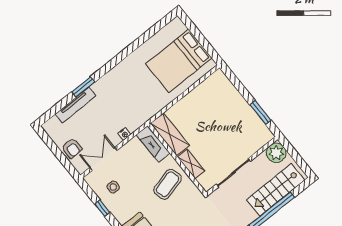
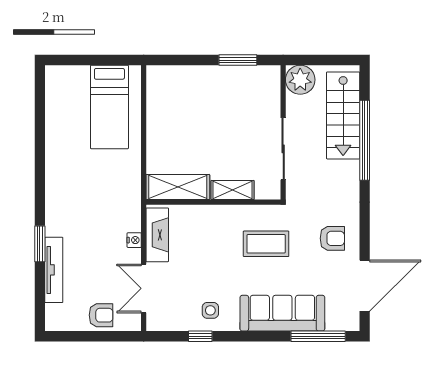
bed: (179, 61) -> (109, 107), width x0.67
fireplace: (153, 144) -> (157, 235), moved, turned -90
coffee table: (168, 184) -> (266, 244), moved, turned -75
side table: (113, 187) -> (210, 310), moved

